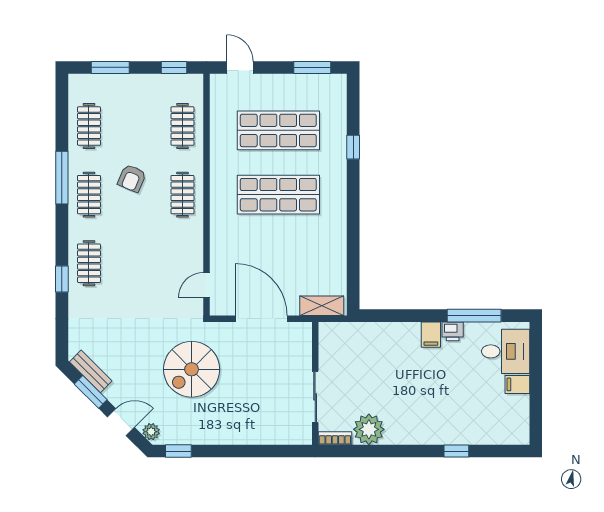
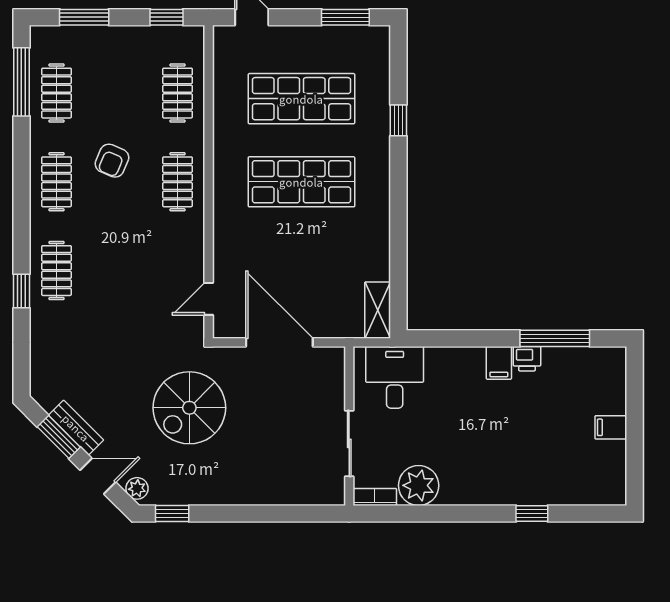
window: (62, 178) -> (21, 82), moved
shelving: (322, 306) -> (378, 310), moved, turned 90
desk: (506, 351) -> (395, 377), moved, turned -90
bench: (91, 371) -> (76, 428), moved

